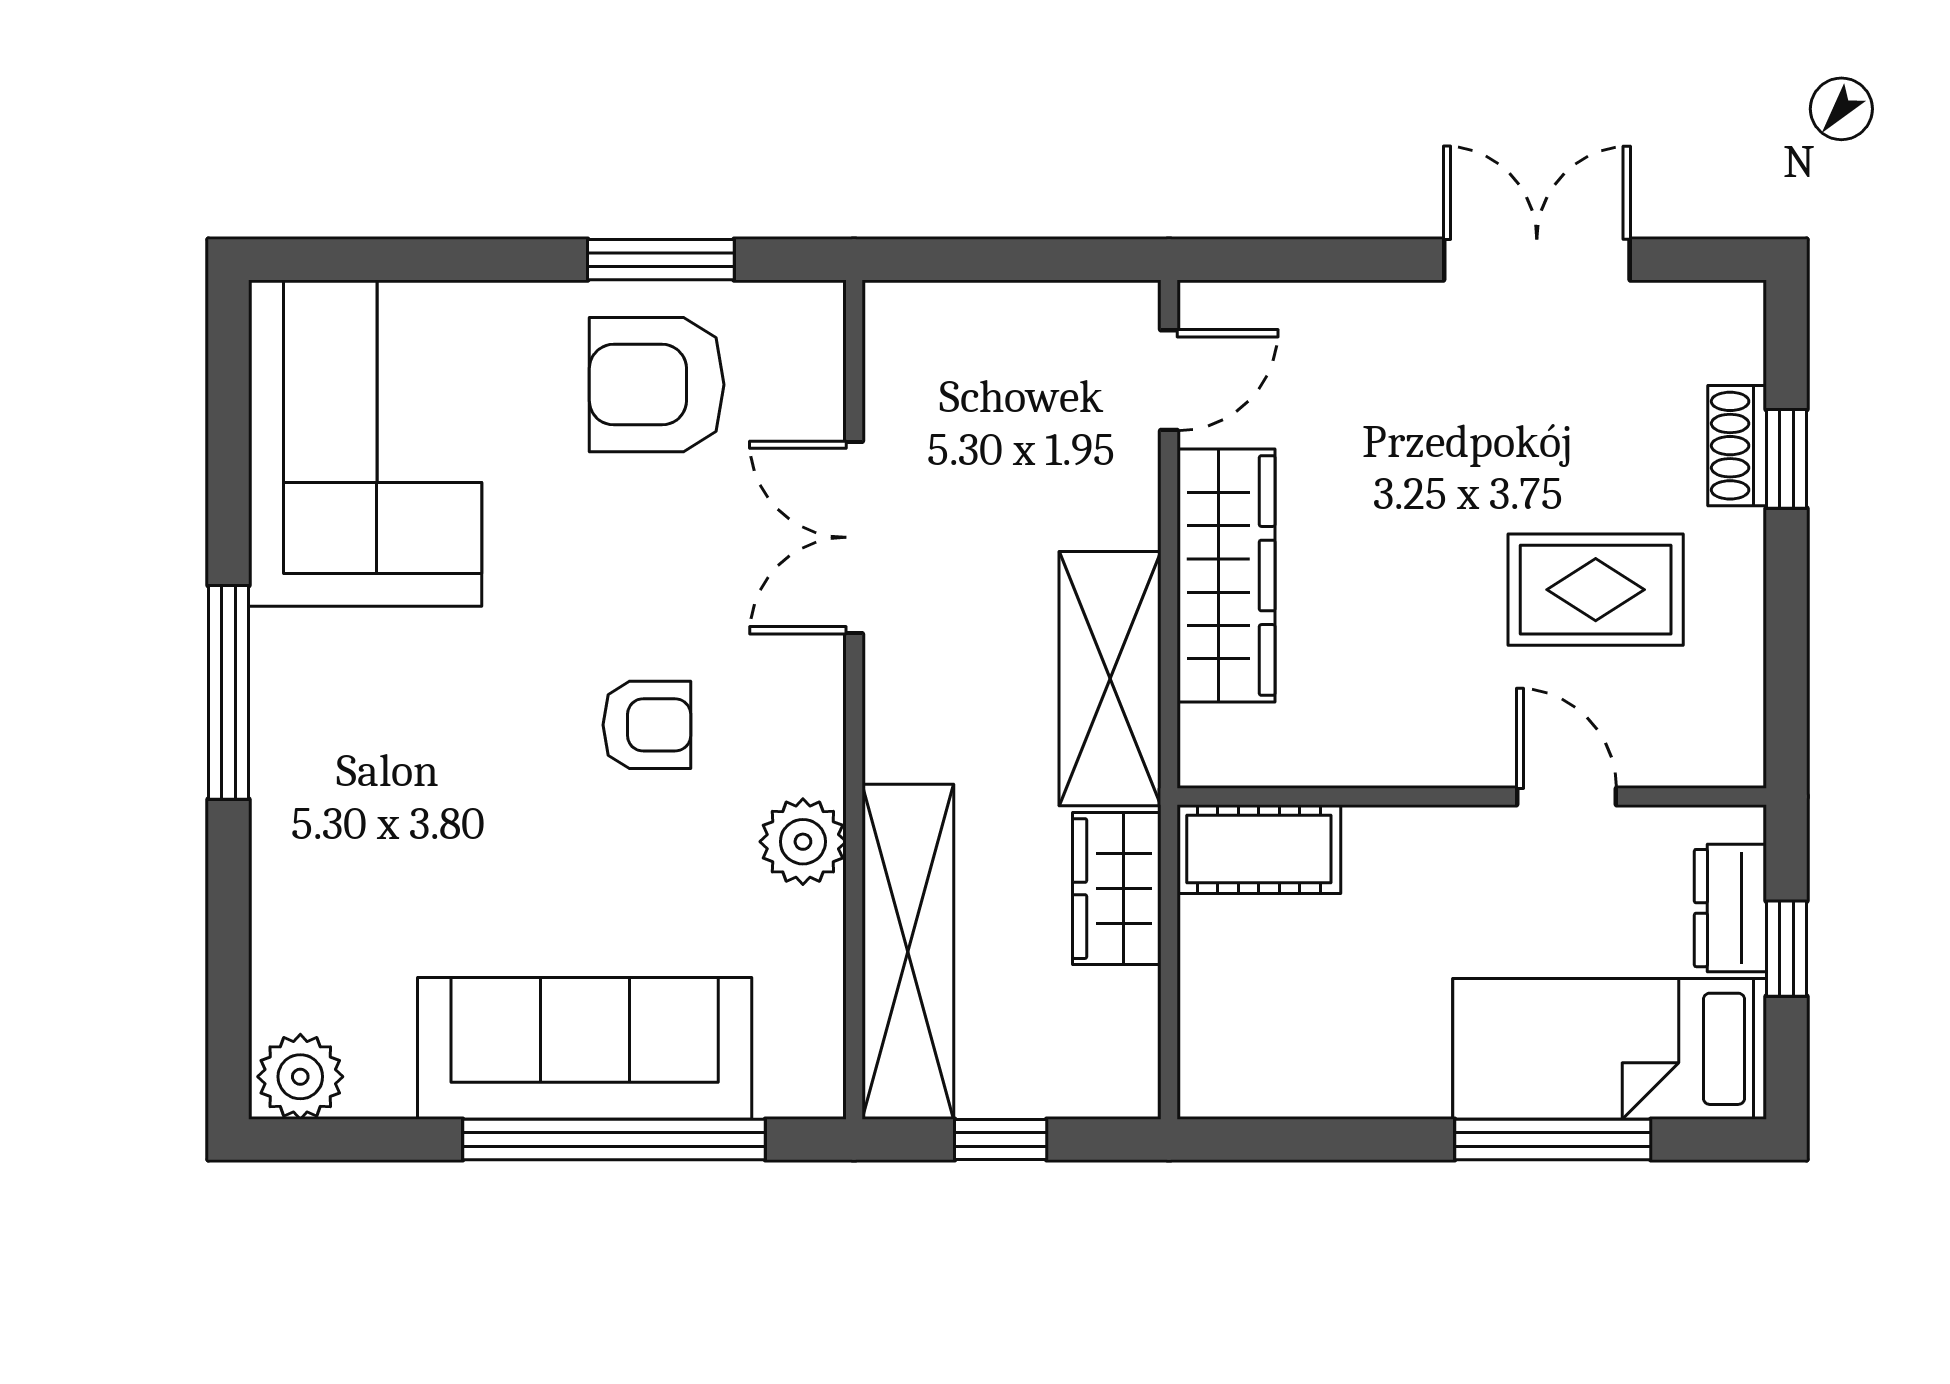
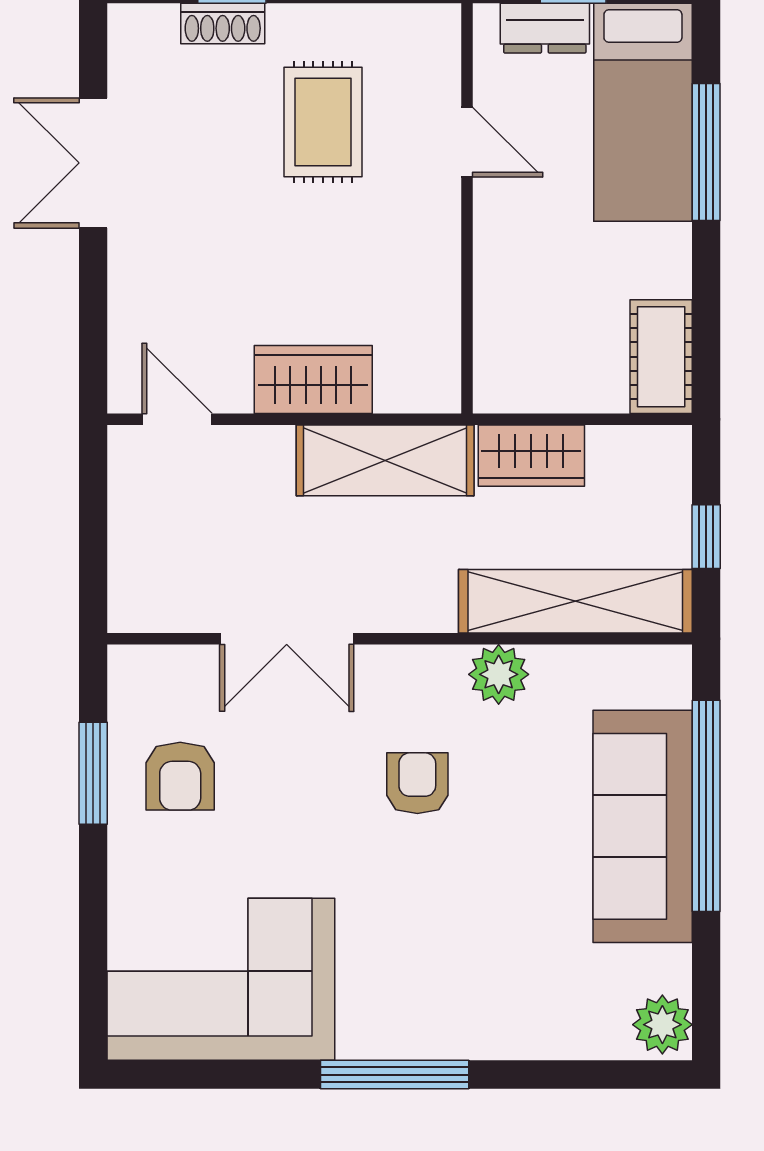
armchair: (657, 385) -> (180, 776), width x0.72, depth x0.72
wardrobe: (1226, 575) -> (313, 380), width x0.67
door: (1566, 796) -> (467, 142), swing flipped
cot: (1259, 849) -> (661, 357), moved

